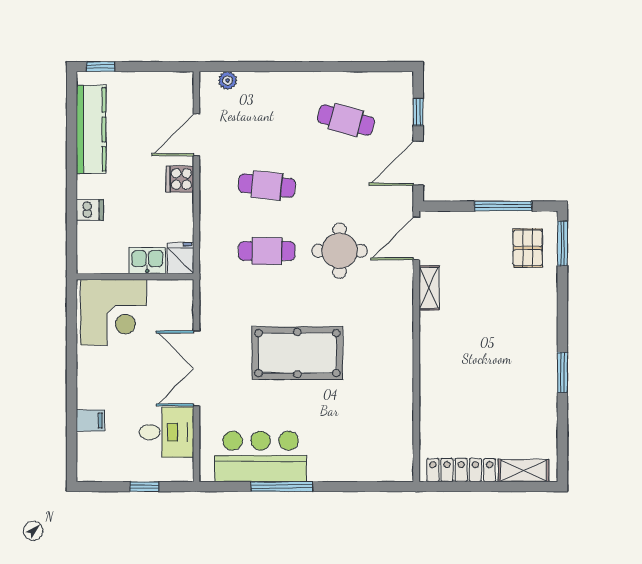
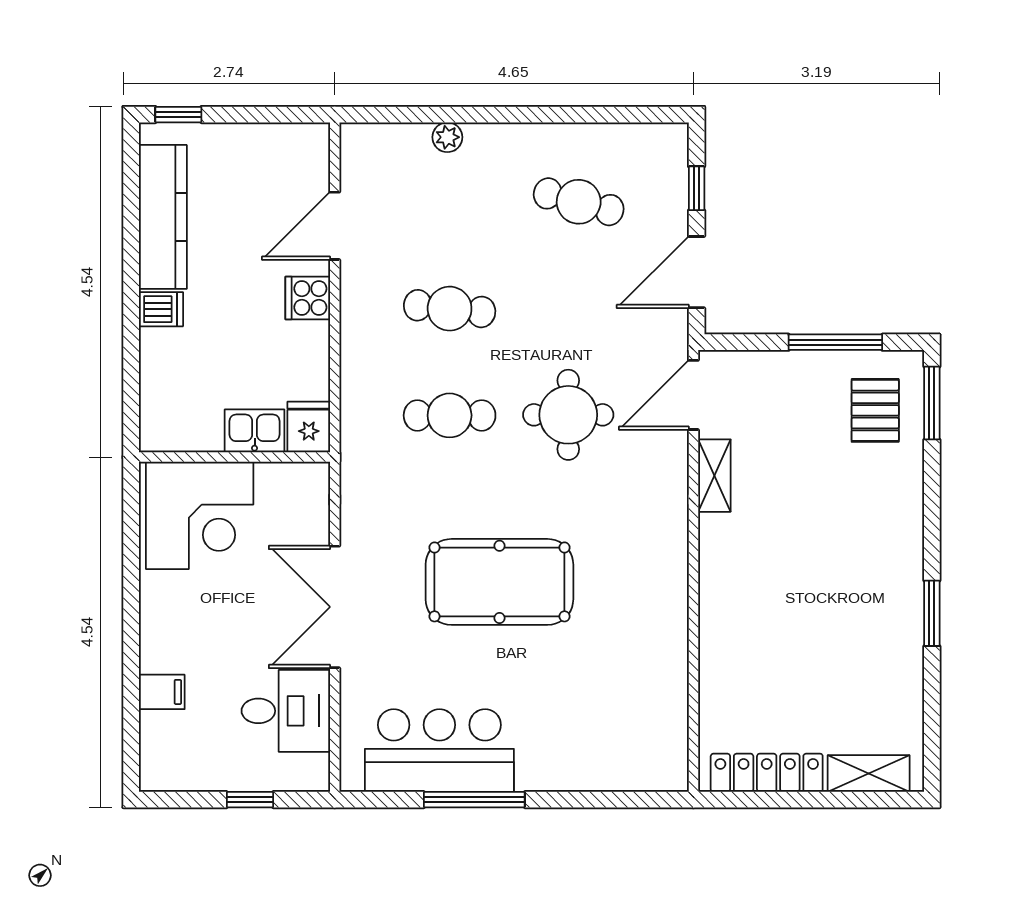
plant: (228, 80) -> (447, 137), moved
dishwasher: (90, 210) -> (161, 309), moved

